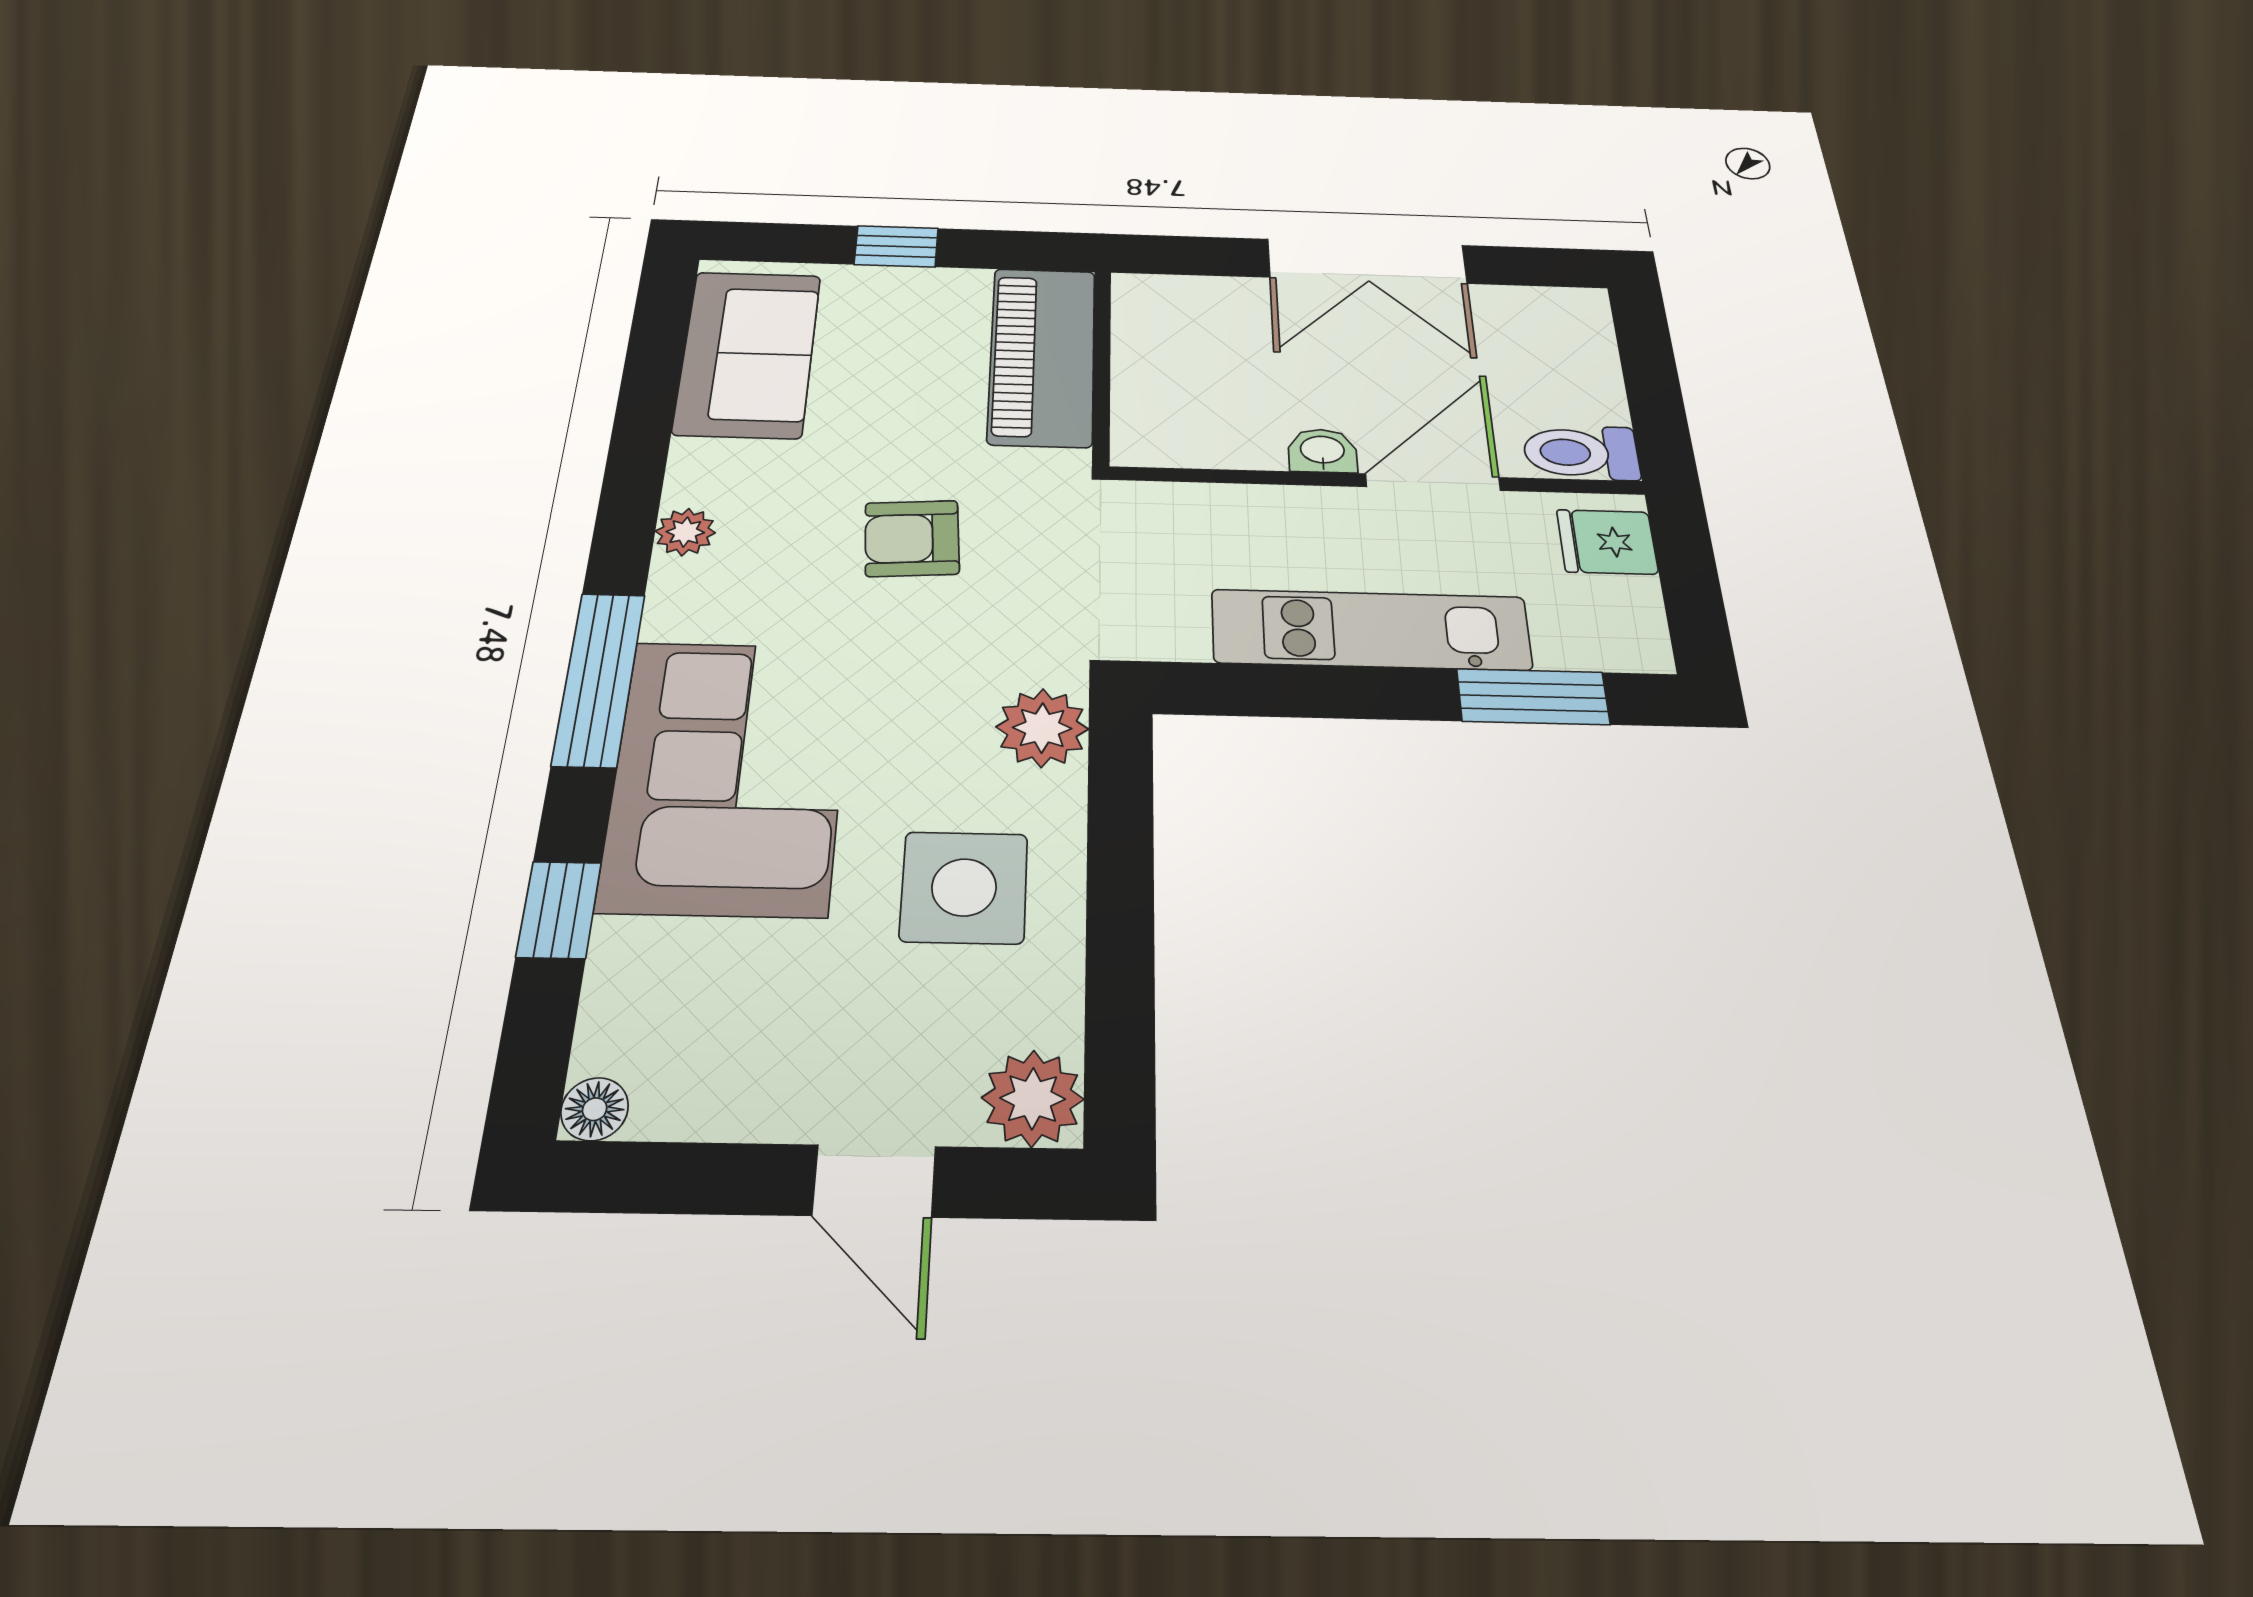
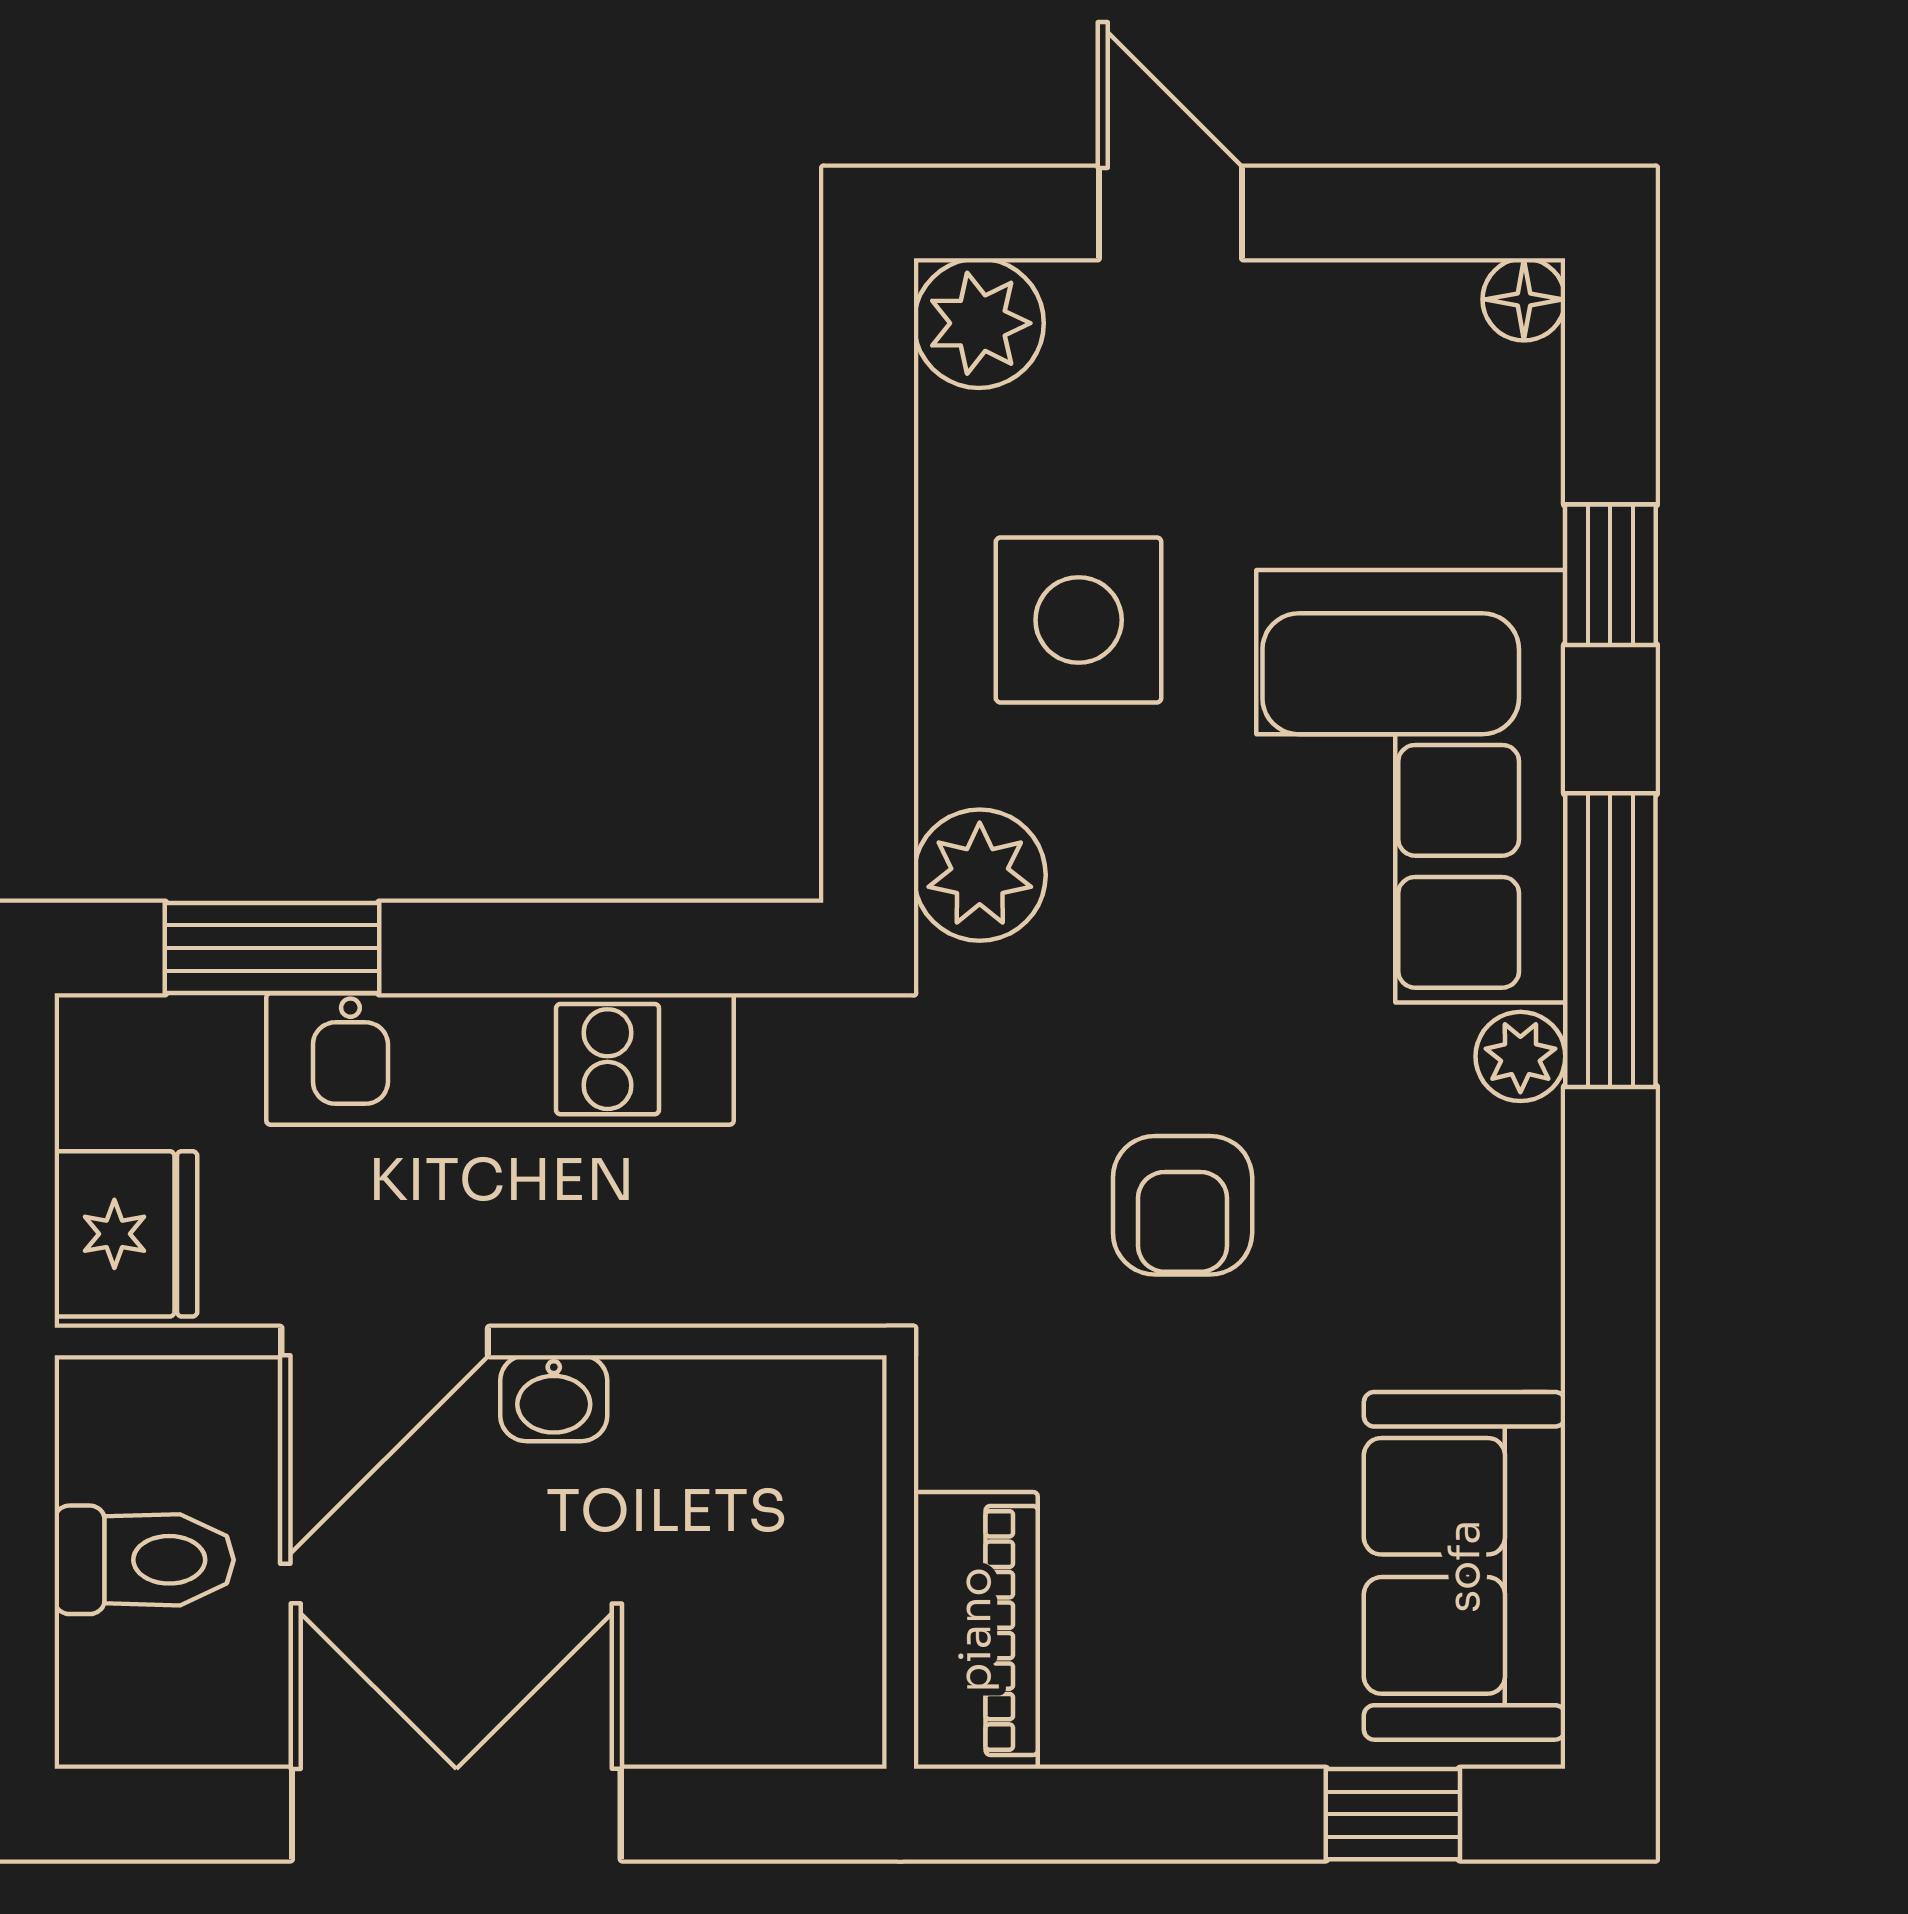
window: (896, 246) -> (1393, 1814), moved
piano: (1042, 356) -> (976, 1630), width x0.73, depth x0.75
toilet: (1581, 453) -> (144, 1560), moved
plant: (685, 532) -> (1520, 1056), moved
armchair: (912, 538) -> (1183, 1205), turned 94
fridge: (1607, 542) -> (126, 1234), width x1.38

